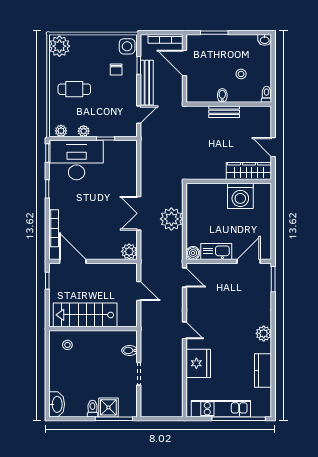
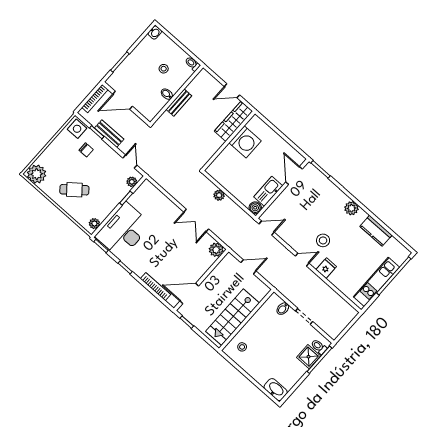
bench: (147, 83) -> (109, 134), width x0.73
cafe table: (74, 89) -> (74, 190), turned 51
plant: (84, 131) -> (132, 182), moved
plant: (171, 219) -> (219, 195), width x0.53, depth x0.53
stool: (216, 334) -> (323, 240), added
fridge: (198, 363) -> (326, 268), width x0.53, depth x0.75
toilet: (92, 409) -> (319, 347), moved

